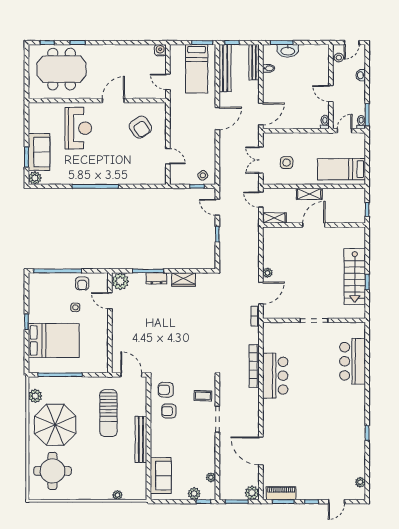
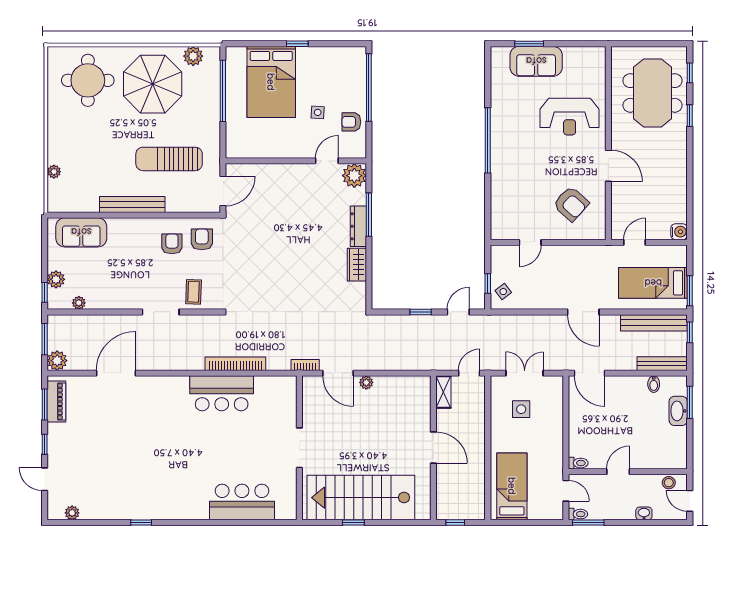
armchair: (140, 127) -> (571, 204), turned -105
plant: (35, 178) -> (500, 55), removed
shelving: (309, 194) -> (477, 441), removed
stairs: (355, 277) -> (361, 498), width x1.36, depth x1.51
dresser: (156, 278) -> (358, 226), width x1.44

